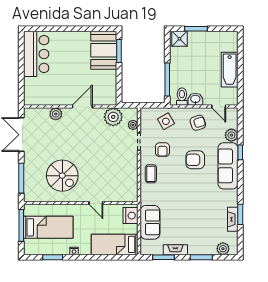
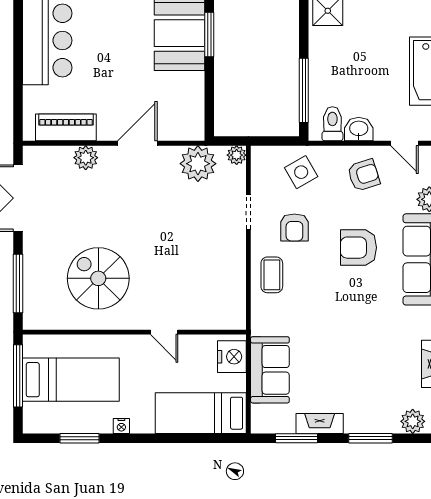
piano: (46, 98) -> (66, 127), added
plant: (133, 125) -> (237, 155), moved
spiral stairs: (62, 176) -> (98, 278), turned 180

